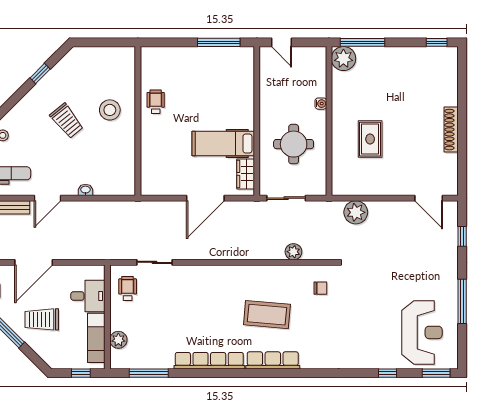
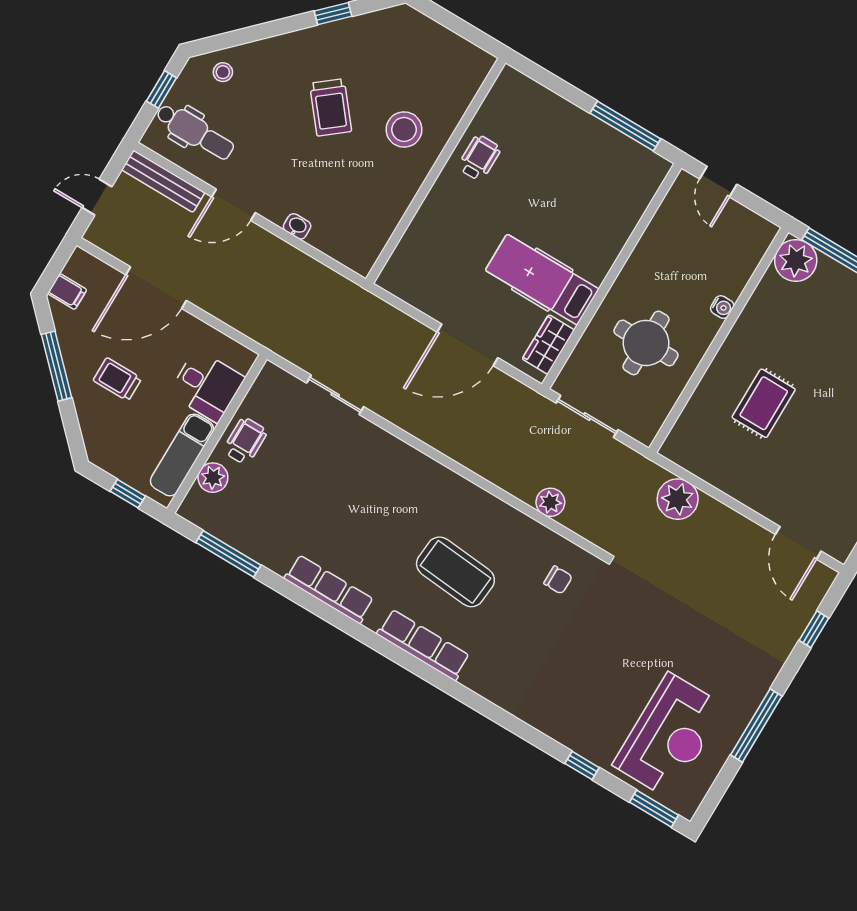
wheelchair: (128, 288) -> (245, 441), moved
trolley: (42, 319) -> (117, 379), width x0.73, depth x0.72
row of seats: (209, 361) -> (329, 589), width x0.73

